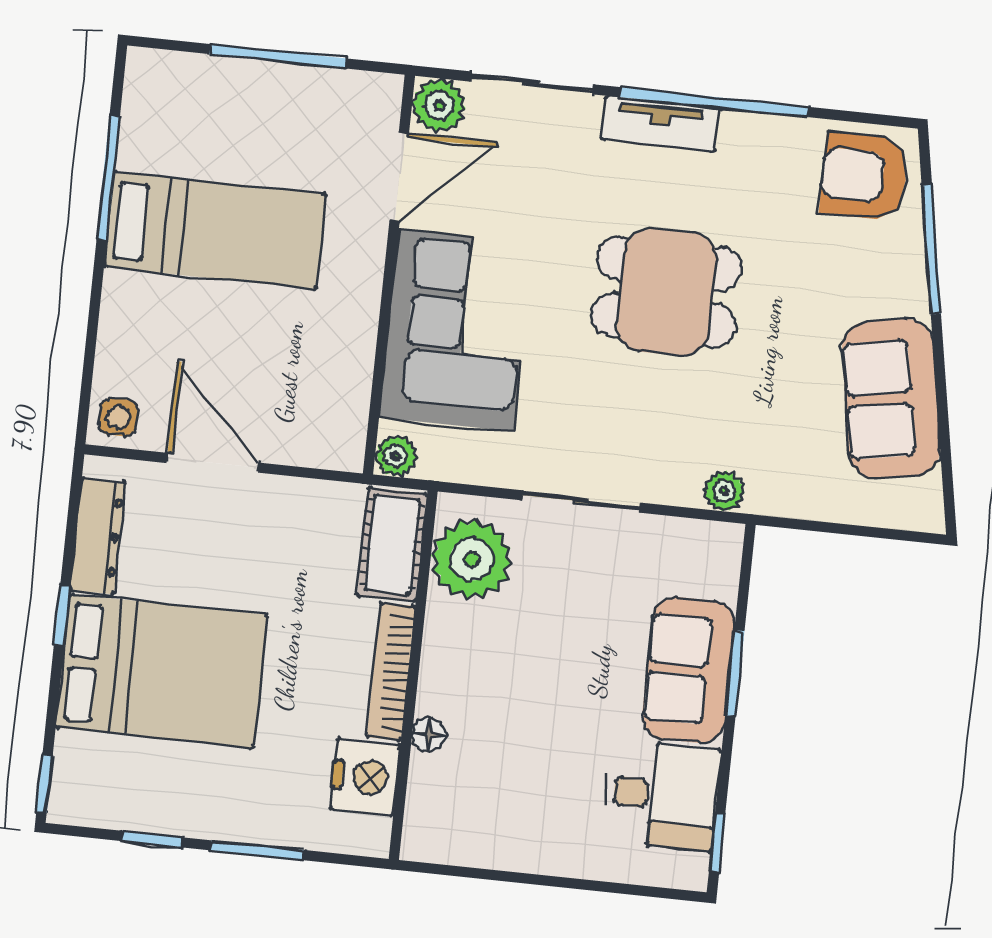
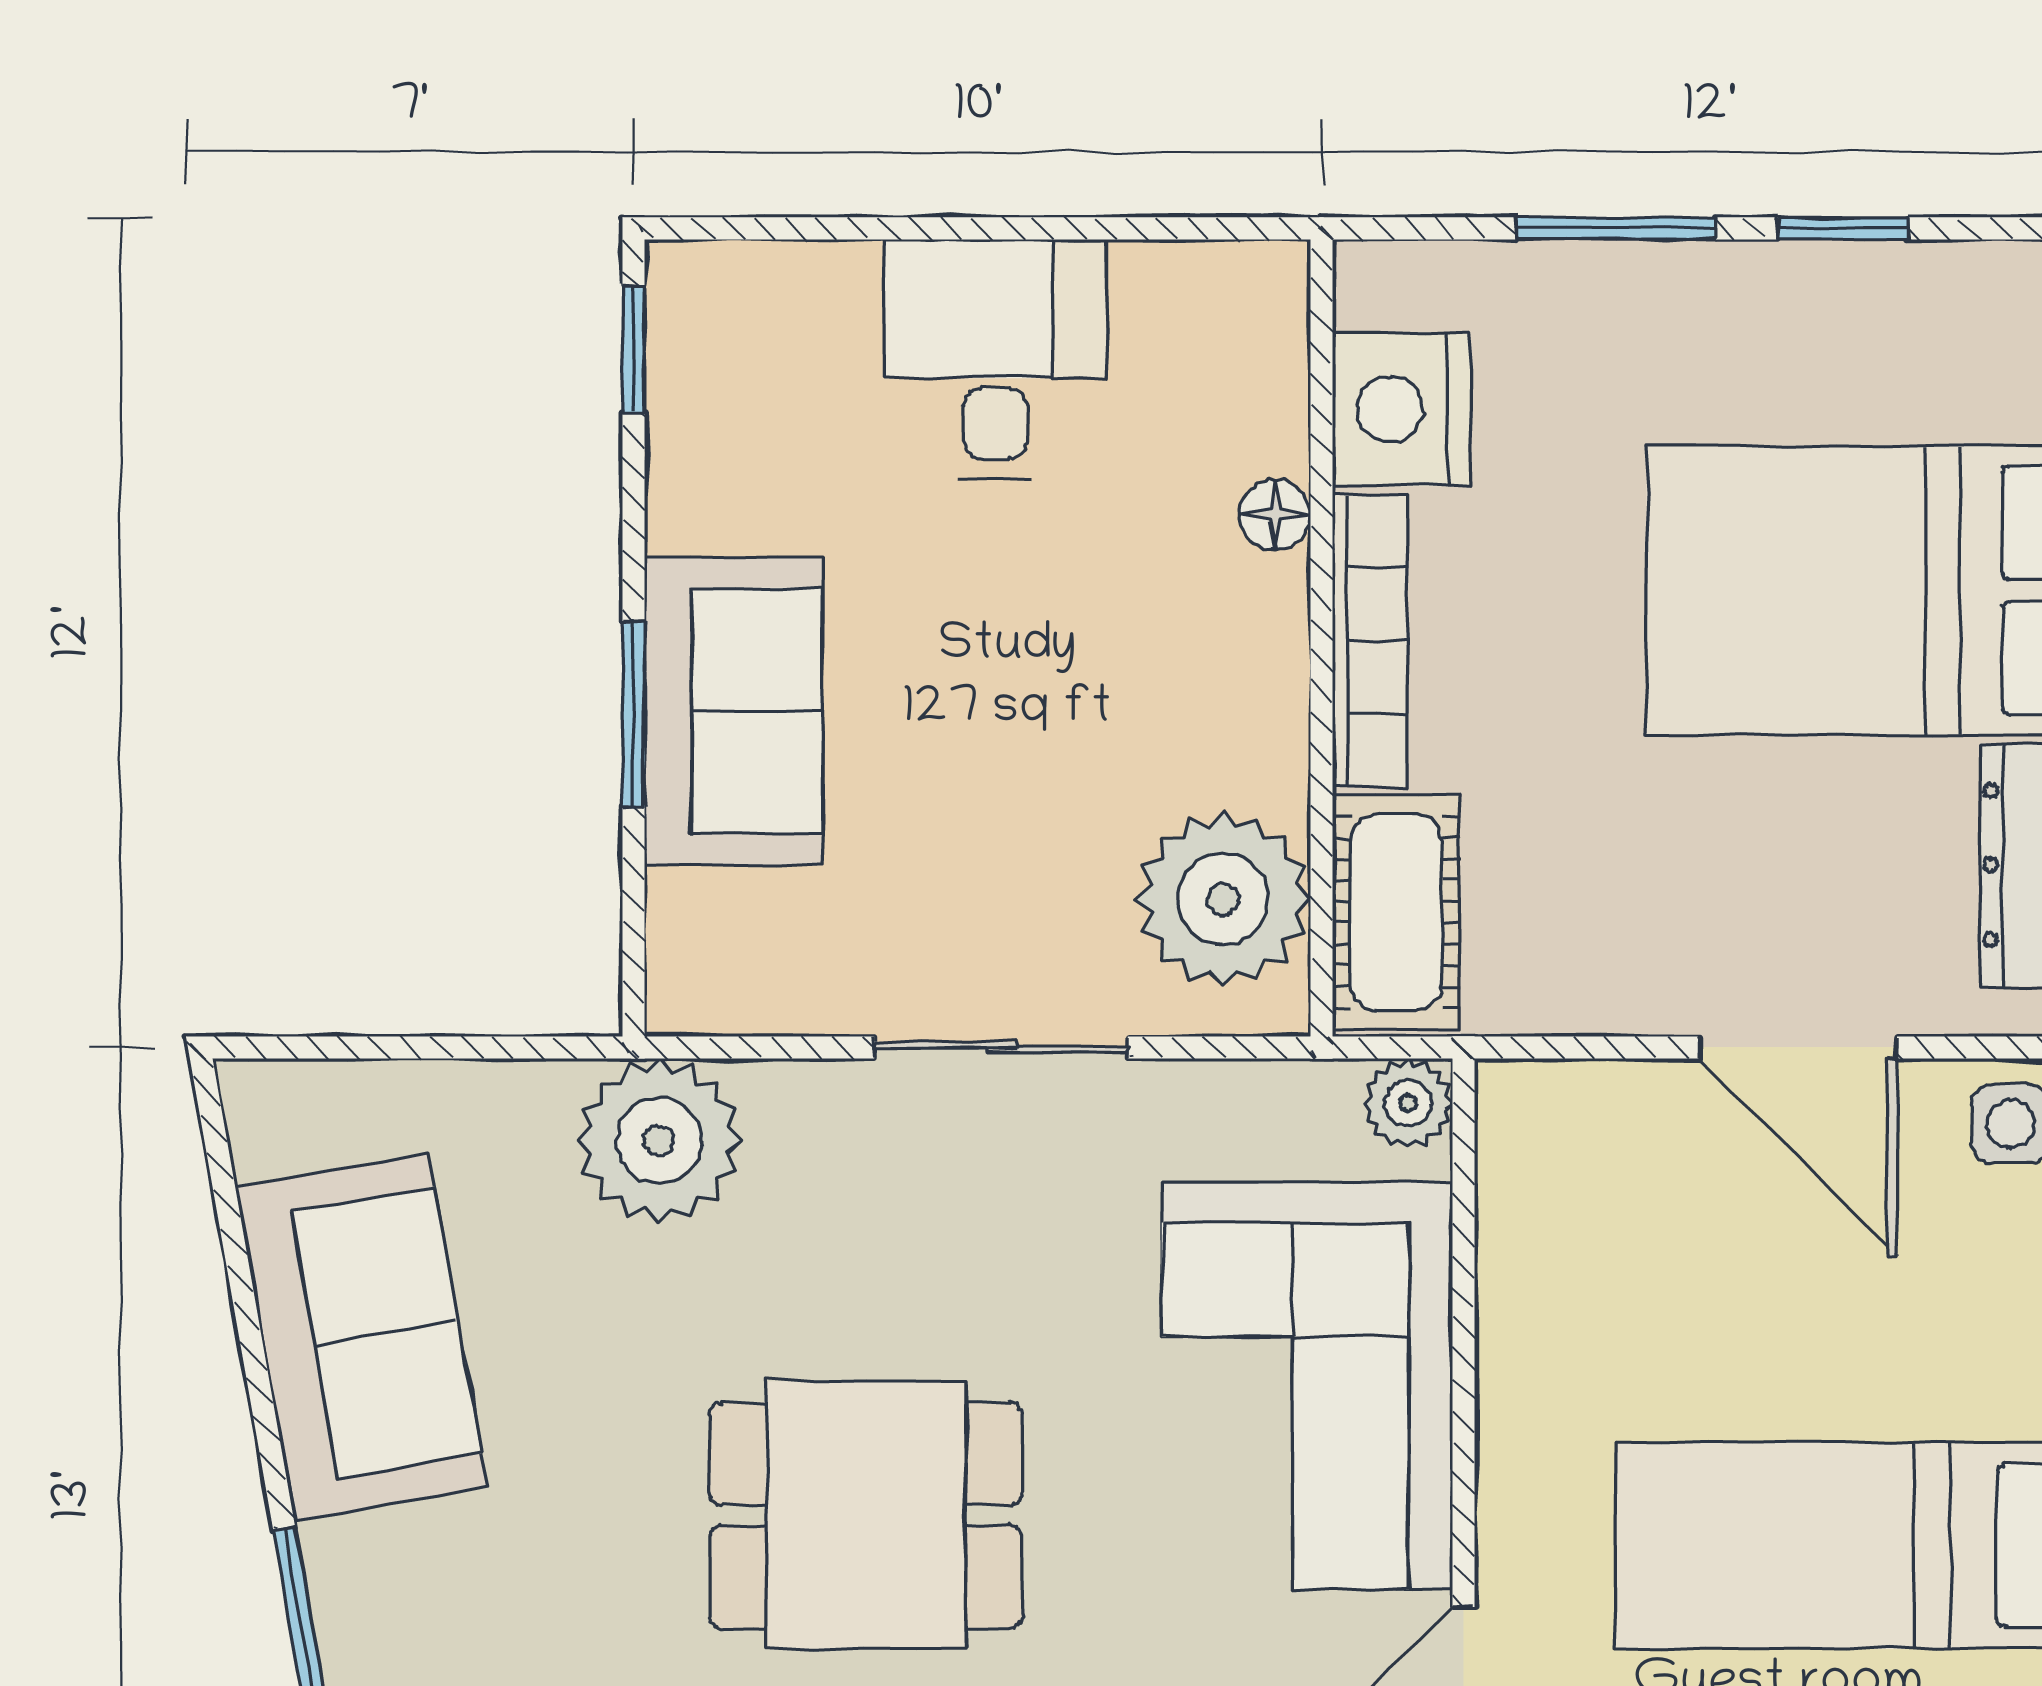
plant: (724, 491) -> (659, 1140), width x1.88, depth x1.88
desk: (661, 795) -> (995, 359), moved, turned 90

